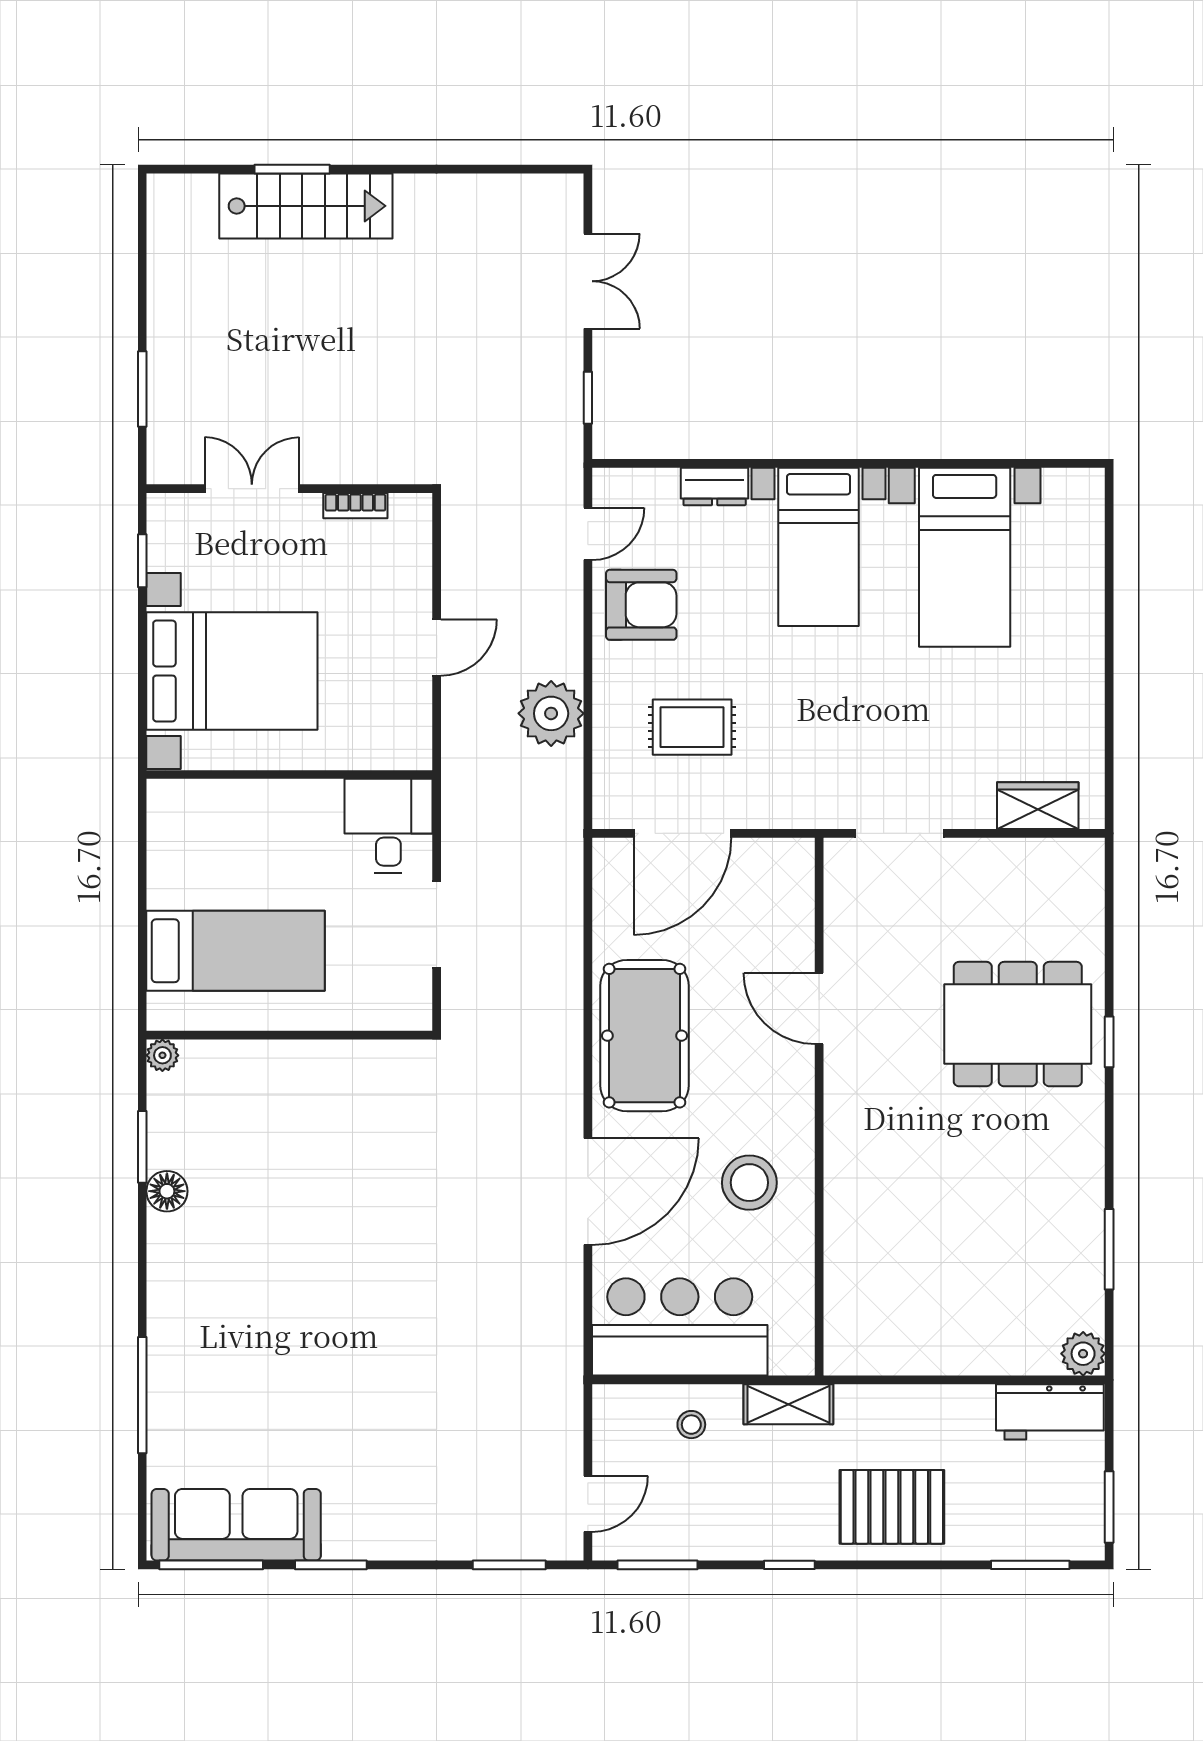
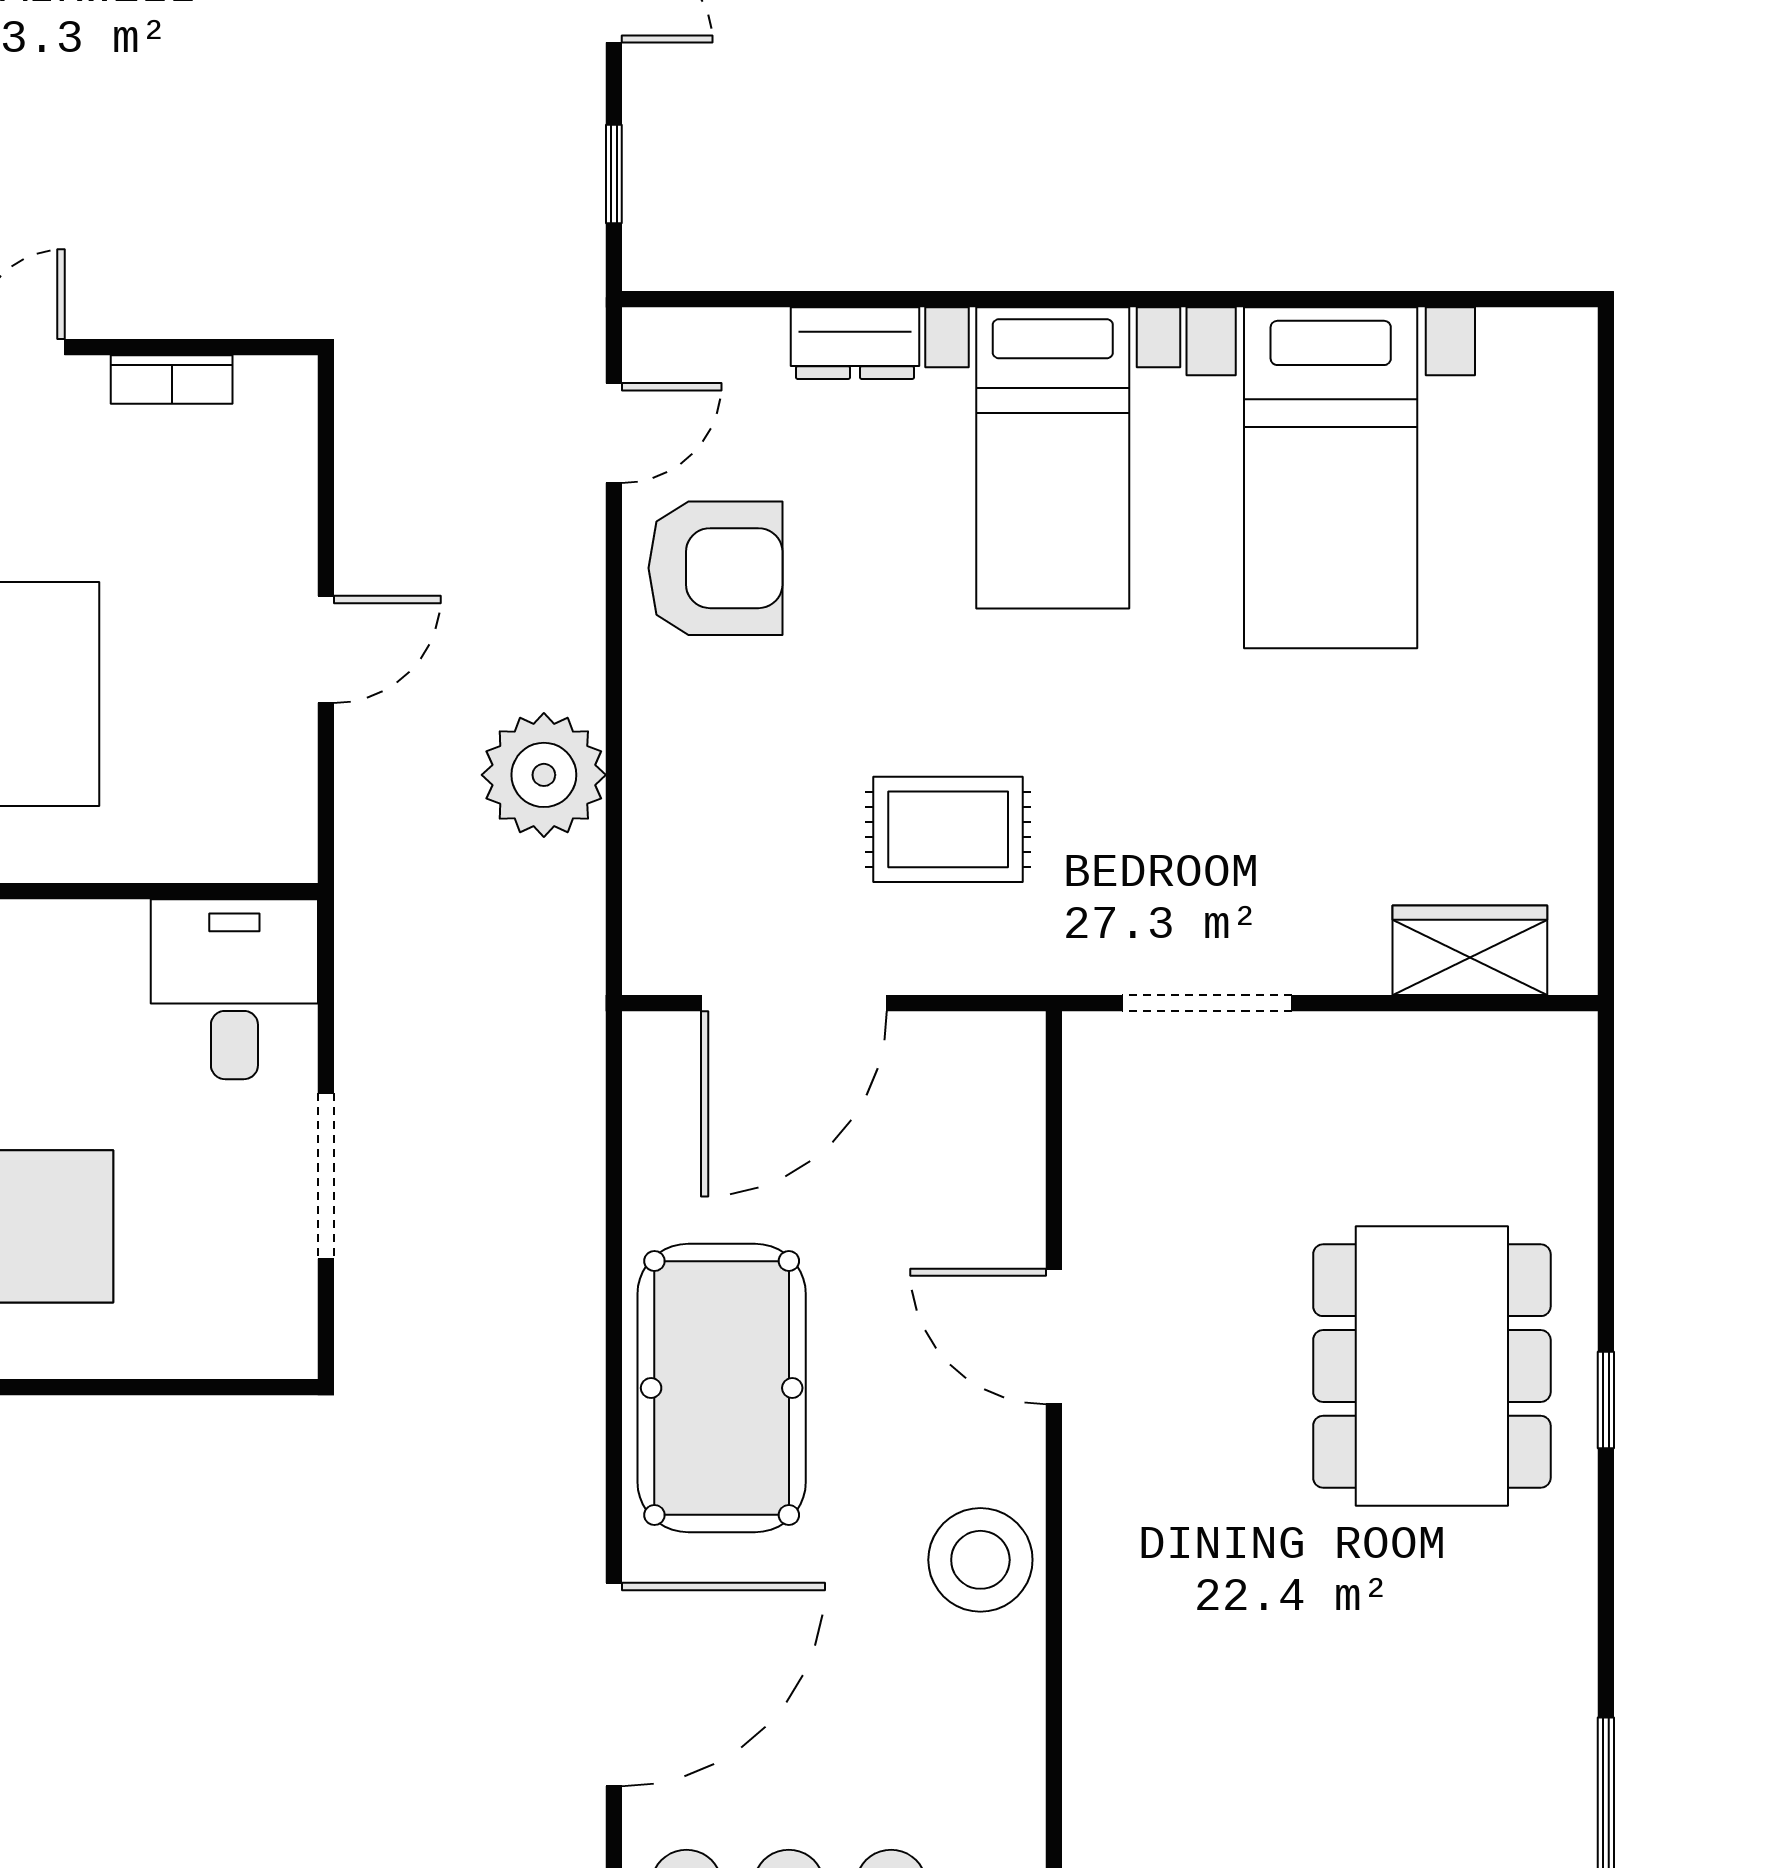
rug: (692, 727) -> (948, 829), moved
dining table: (1018, 1024) -> (1432, 1366), turned 90
stool: (749, 1183) -> (980, 1560), moved

